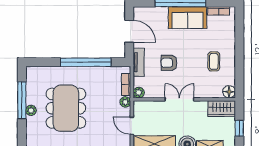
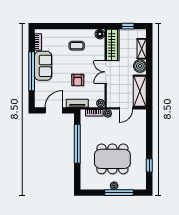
window: (22, 100) -> (119, 193), moved
wardrobe: (222, 109) -> (113, 45), width x1.50

